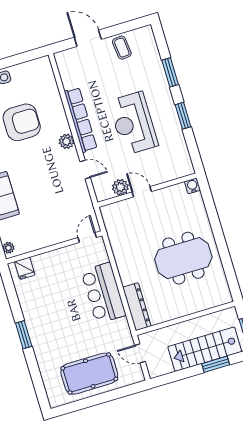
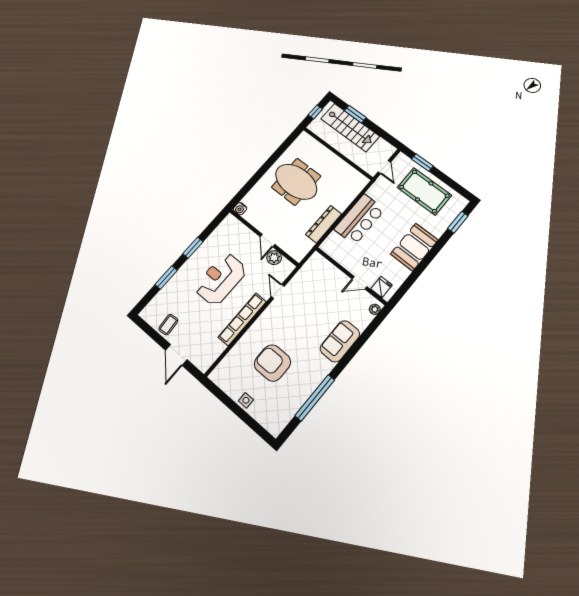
reception desk: (133, 123) -> (221, 279), turned 180
plant: (67, 141) -> (265, 319), removed
door: (87, 237) -> (359, 283), moved
dresser: (137, 307) -> (324, 224), moved
booth: (42, 325) -> (414, 247), added
window: (24, 335) -> (458, 222), moved
window: (120, 393) -> (422, 162), added

